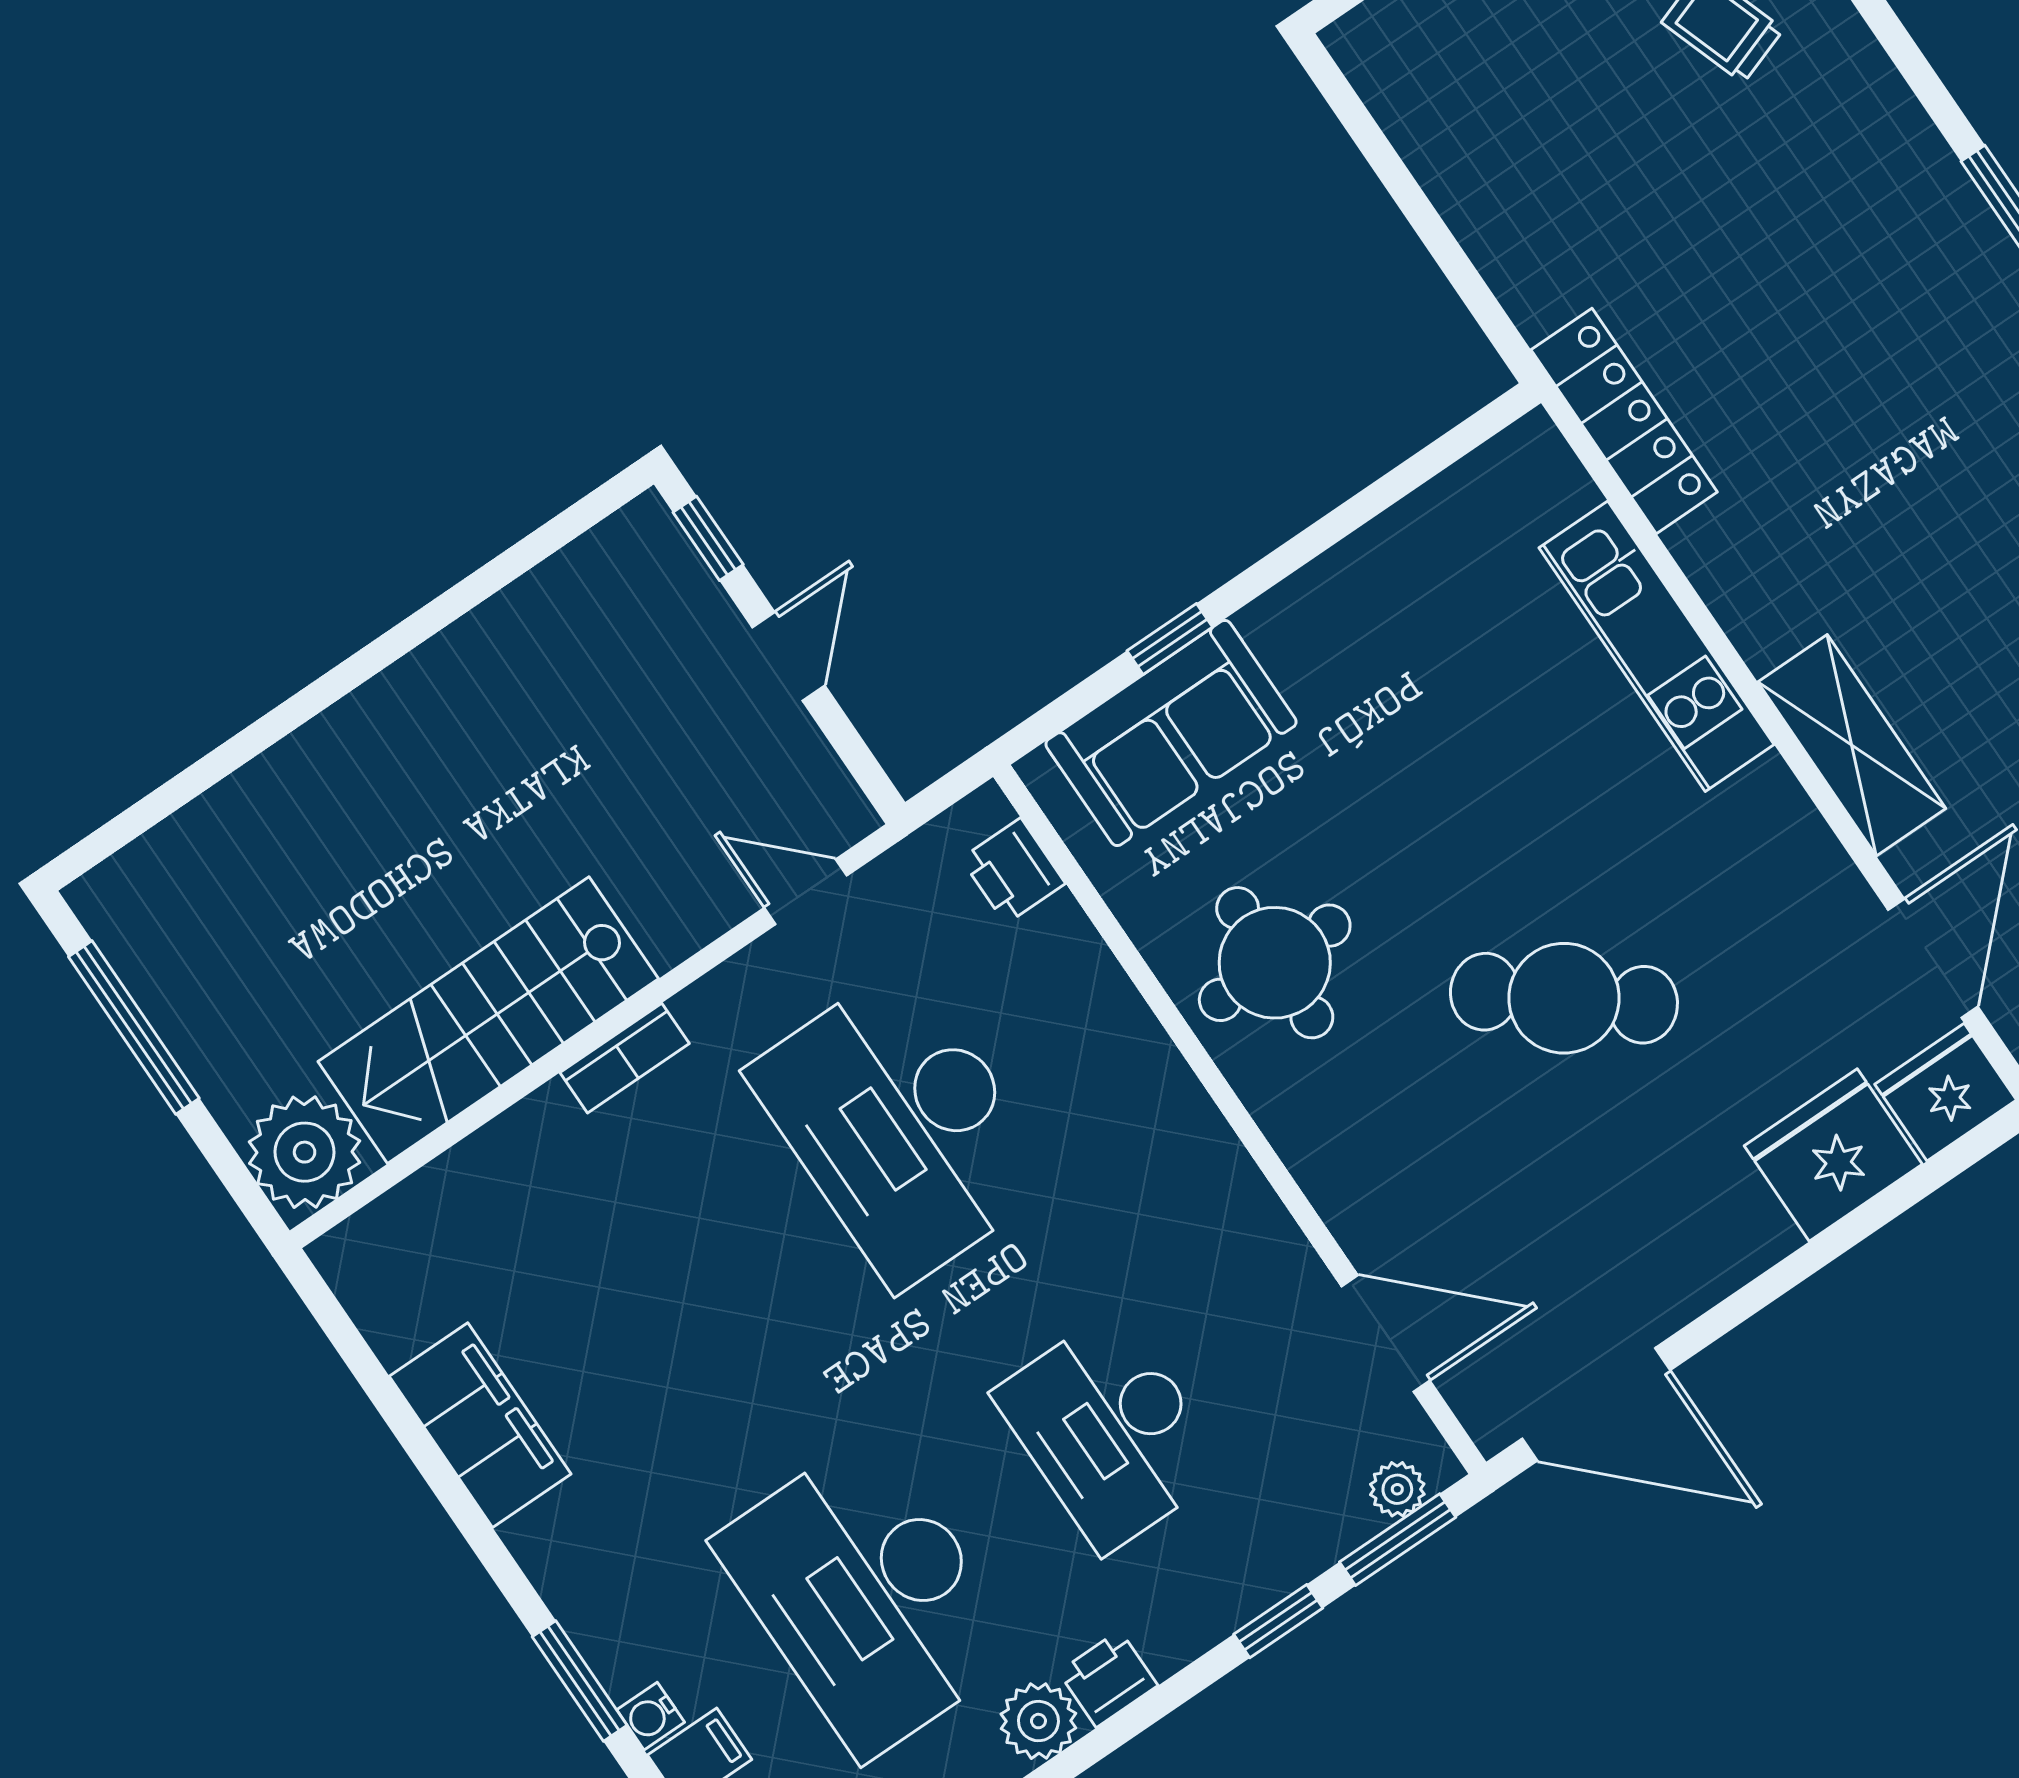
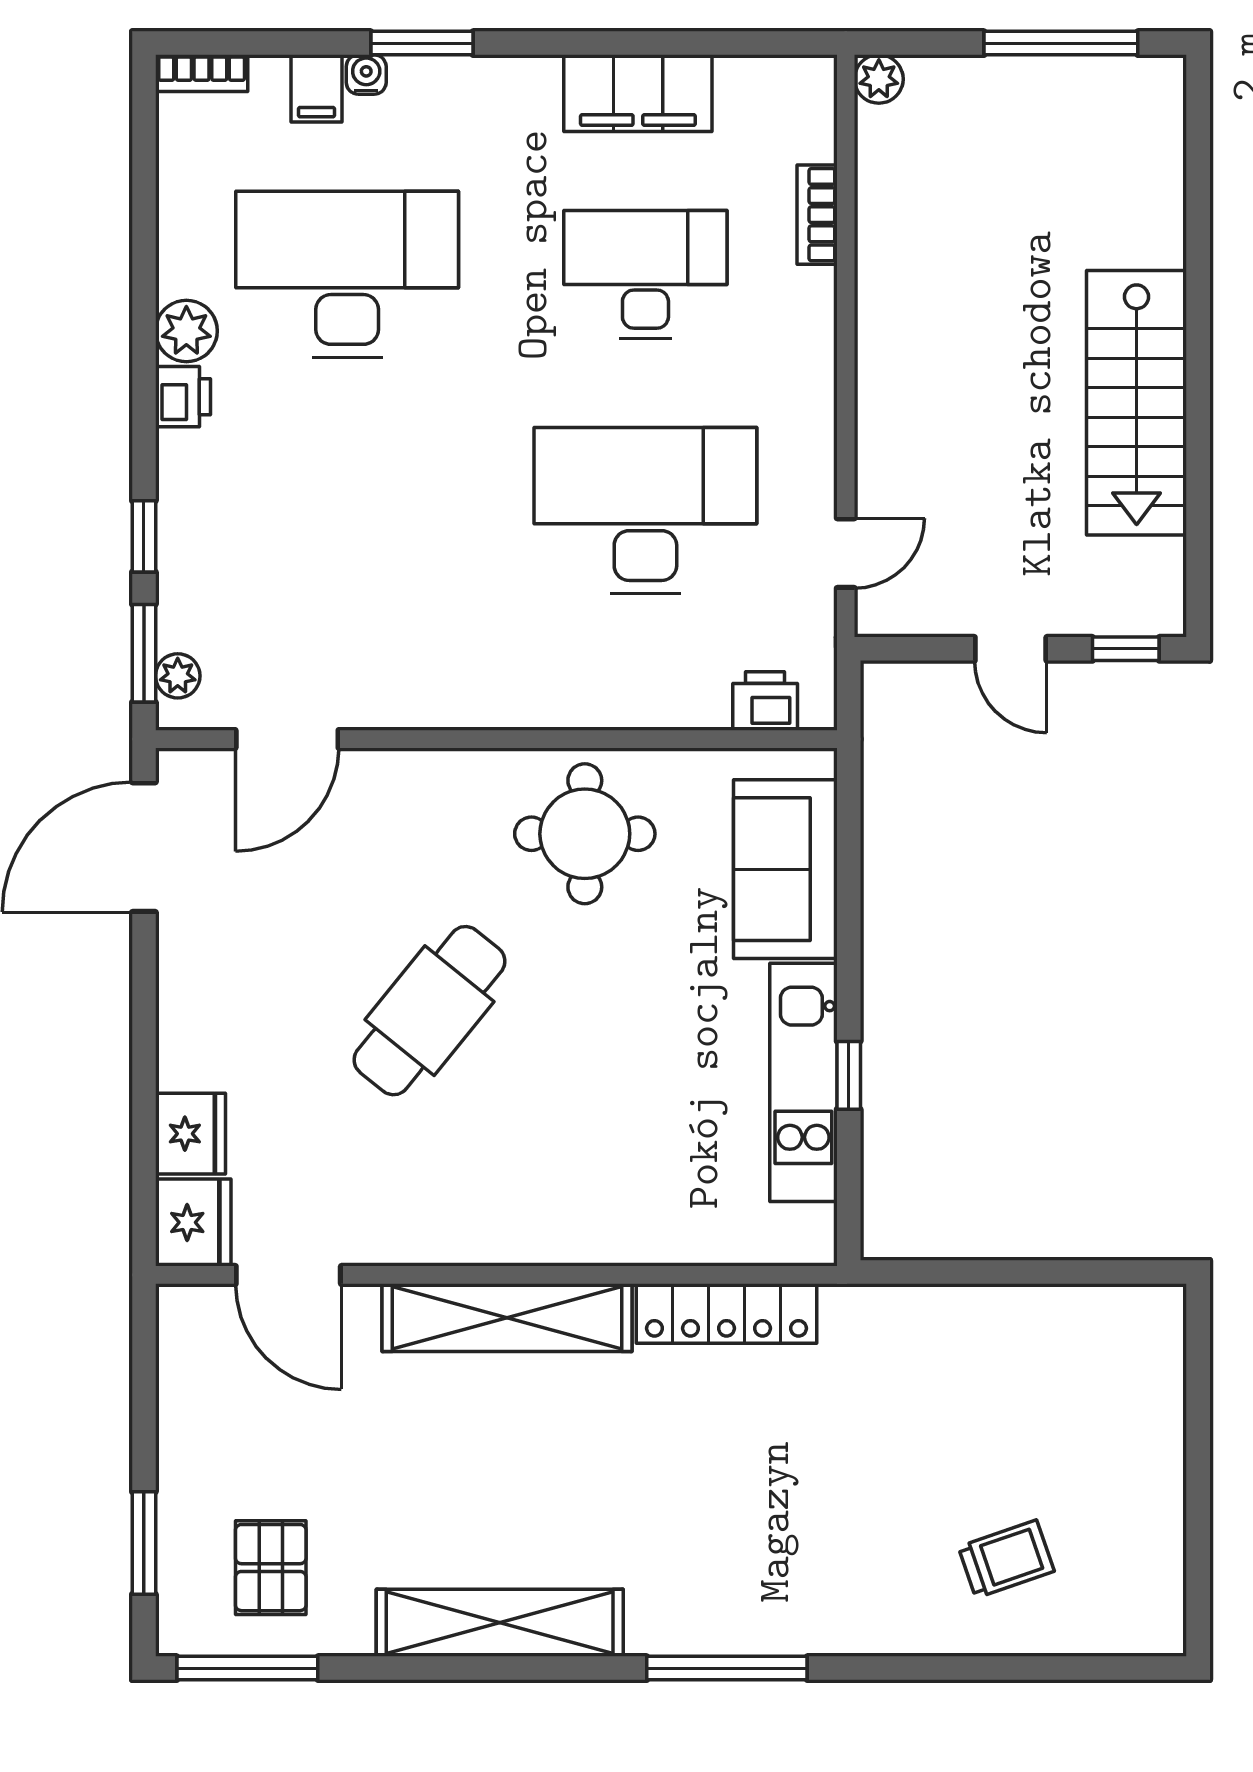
locker: (1624, 421) -> (727, 1313), moved
window: (1170, 639) -> (849, 1075), moved
kitchen unit: (1657, 646) -> (803, 1082), moved, turned -90
shelving: (1852, 745) -> (507, 1318), width x1.47
stairs: (488, 1020) -> (1137, 403), moved, turned 180
bookcase: (625, 1058) -> (817, 215), moved
plant: (305, 1152) -> (879, 79), width x0.53, depth x0.53
fridge: (1833, 1155) -> (190, 1134), width x0.73, depth x0.75
desk: (1110, 1431) -> (645, 274), moved

